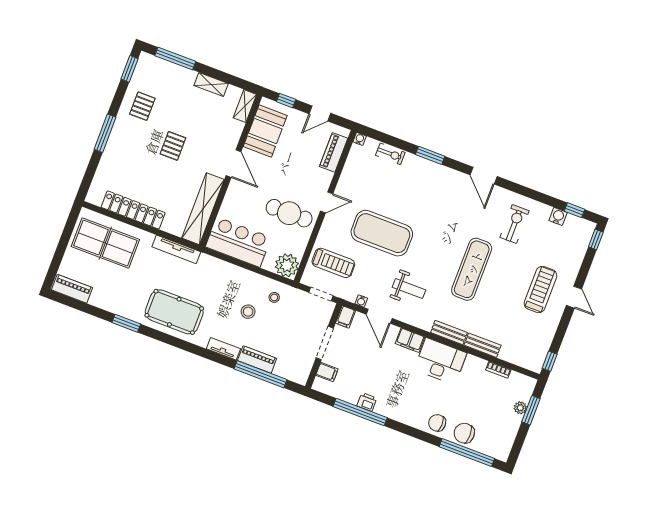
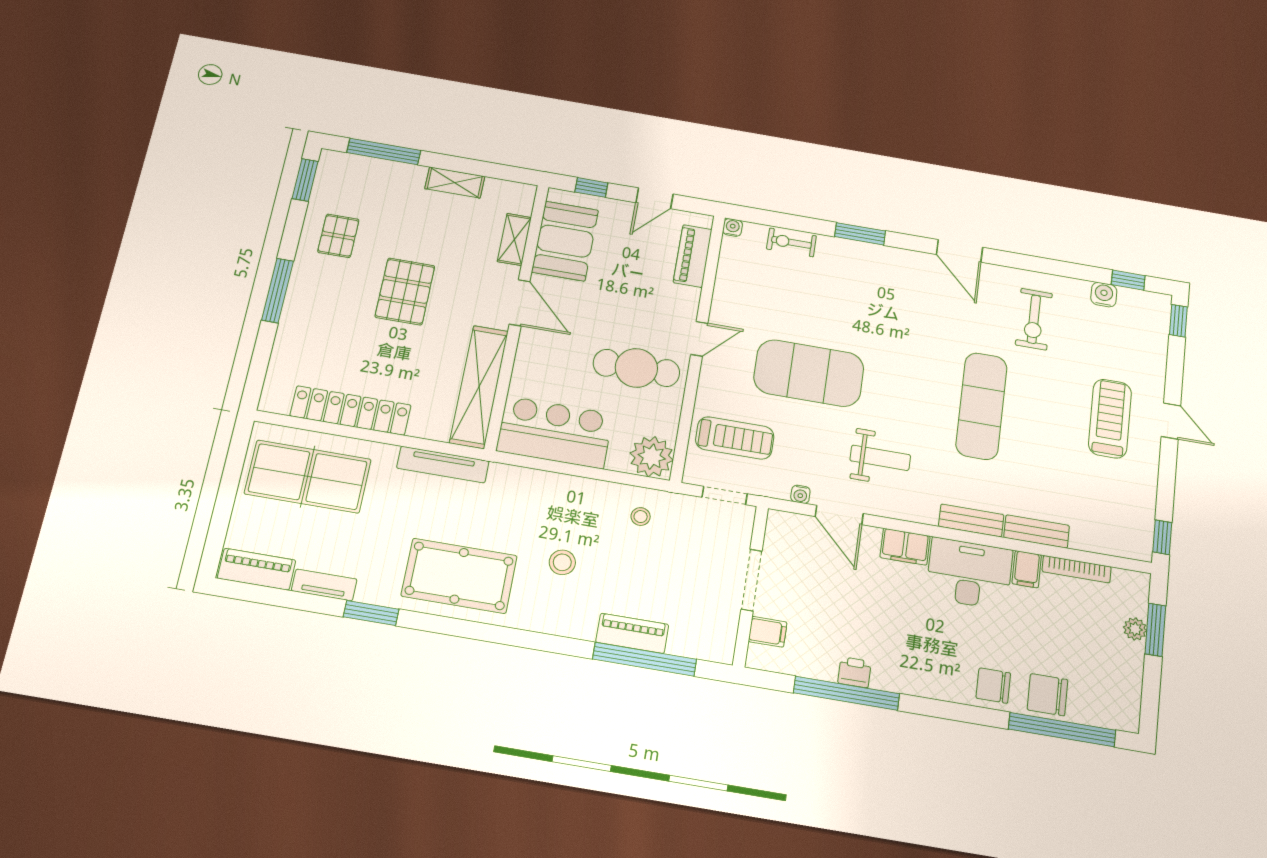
shelving: (245, 106) -> (514, 239), moved
pallet: (173, 146) -> (405, 291), width x1.50, depth x1.42
exercise bike: (390, 154) -> (791, 242), turned 180
exercise bike: (514, 224) -> (1034, 319), turned 180
stool: (248, 312) -> (562, 562), moved
filing cabinet: (345, 317) -> (1027, 569), moved
tv unit: (223, 349) -> (324, 585), moved
bookcase: (498, 370) -> (1077, 569), width x1.56

